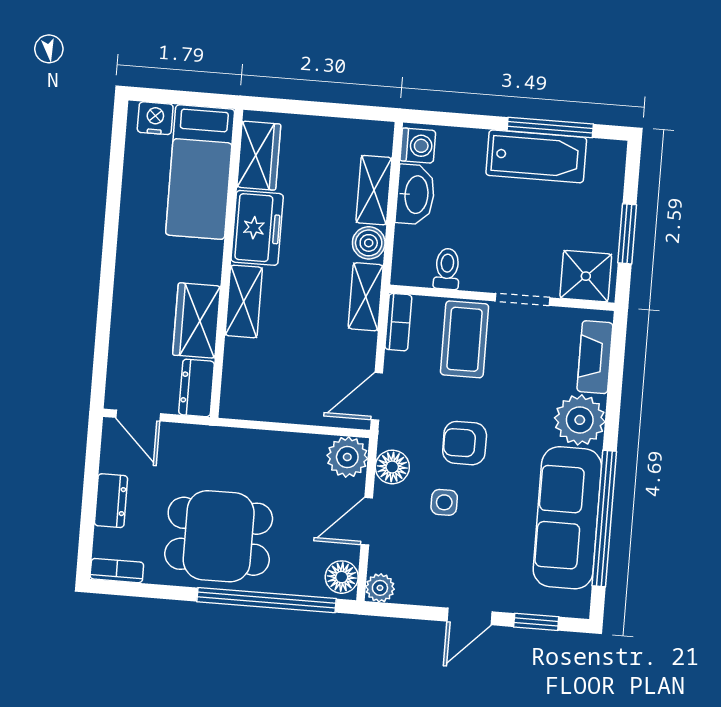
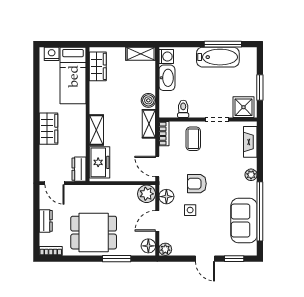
shelving: (374, 190) -> (141, 54), moved, turned 90
freezer: (257, 228) -> (100, 162), moved
wardrobe: (197, 321) -> (49, 129), moved, turned 180
coffee table: (465, 339) -> (193, 139), width x0.73, depth x0.77
door: (377, 396) -> (157, 167), hinge flipped
plant: (580, 420) -> (251, 175), width x0.53, depth x0.53
sofa: (567, 518) -> (244, 221), width x0.73
window: (267, 600) -> (117, 259), width x0.47
door: (470, 616) -> (205, 259), hinge flipped

